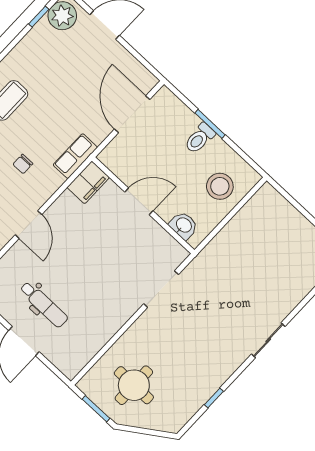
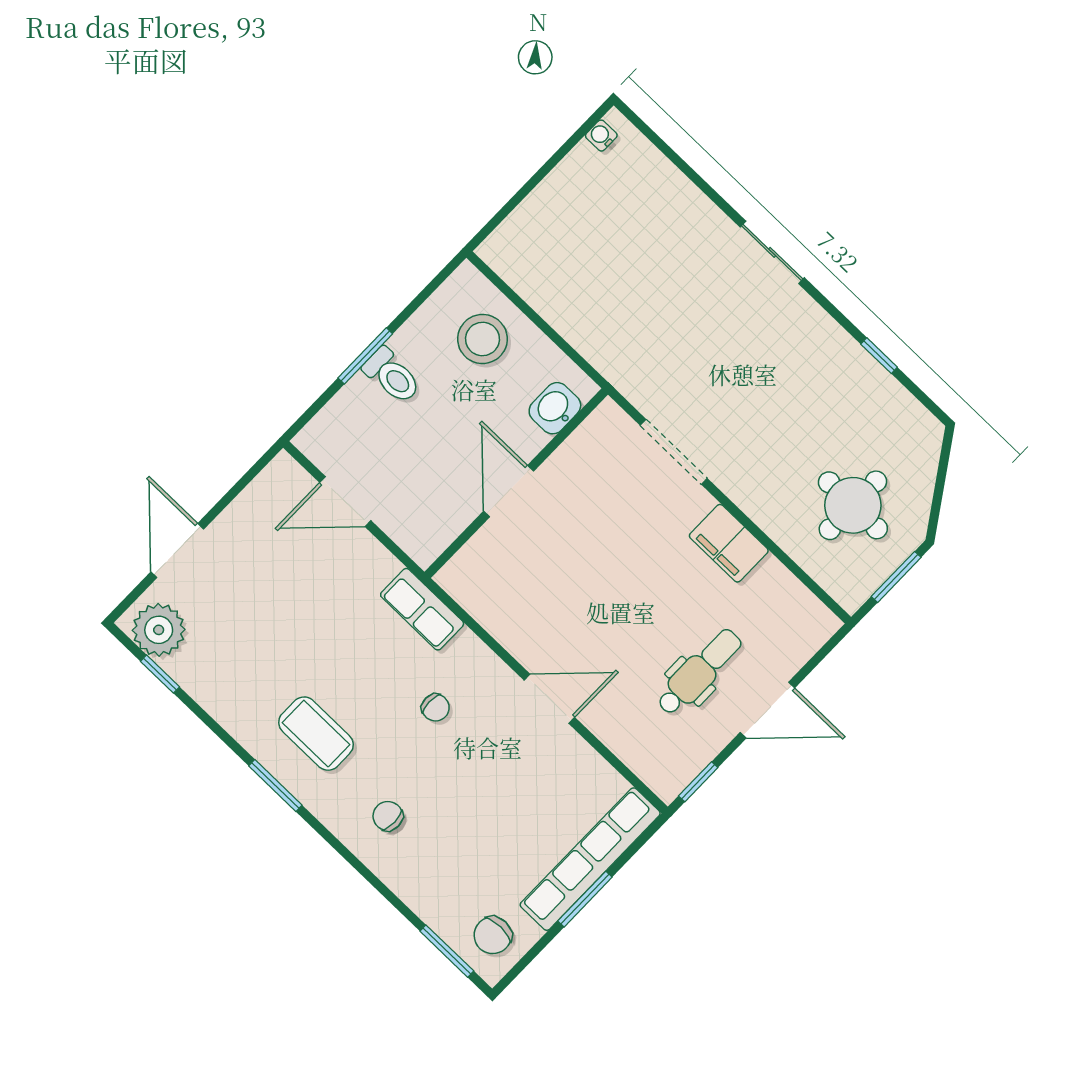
door: (132, 114) -> (345, 502), width x0.73
filing cabinet: (88, 182) -> (729, 543), moved, turned 180

